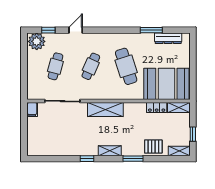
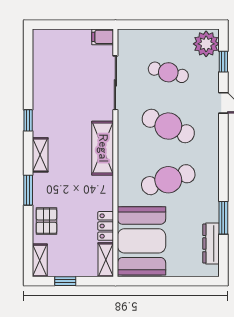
cafe table: (91, 66) -> (168, 126), width x1.37, depth x1.35

